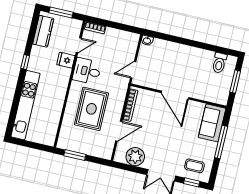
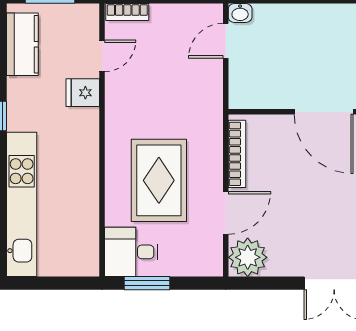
door: (133, 70) -> (226, 41), moved
desk: (87, 71) -> (131, 252), moved
plant: (135, 157) -> (248, 257), moved

